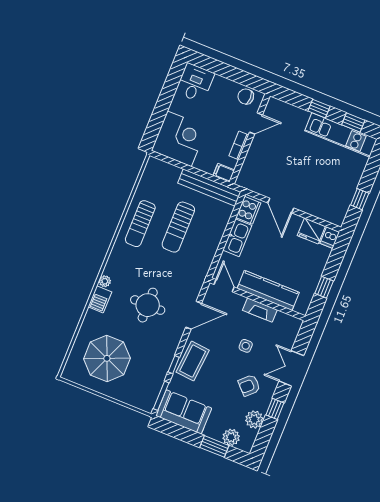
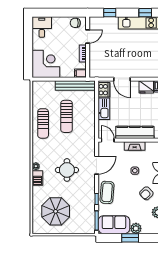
window: (319, 109) -> (110, 13), moved
plant: (231, 437) -> (136, 228), moved
window: (214, 446) -> (130, 238), moved

